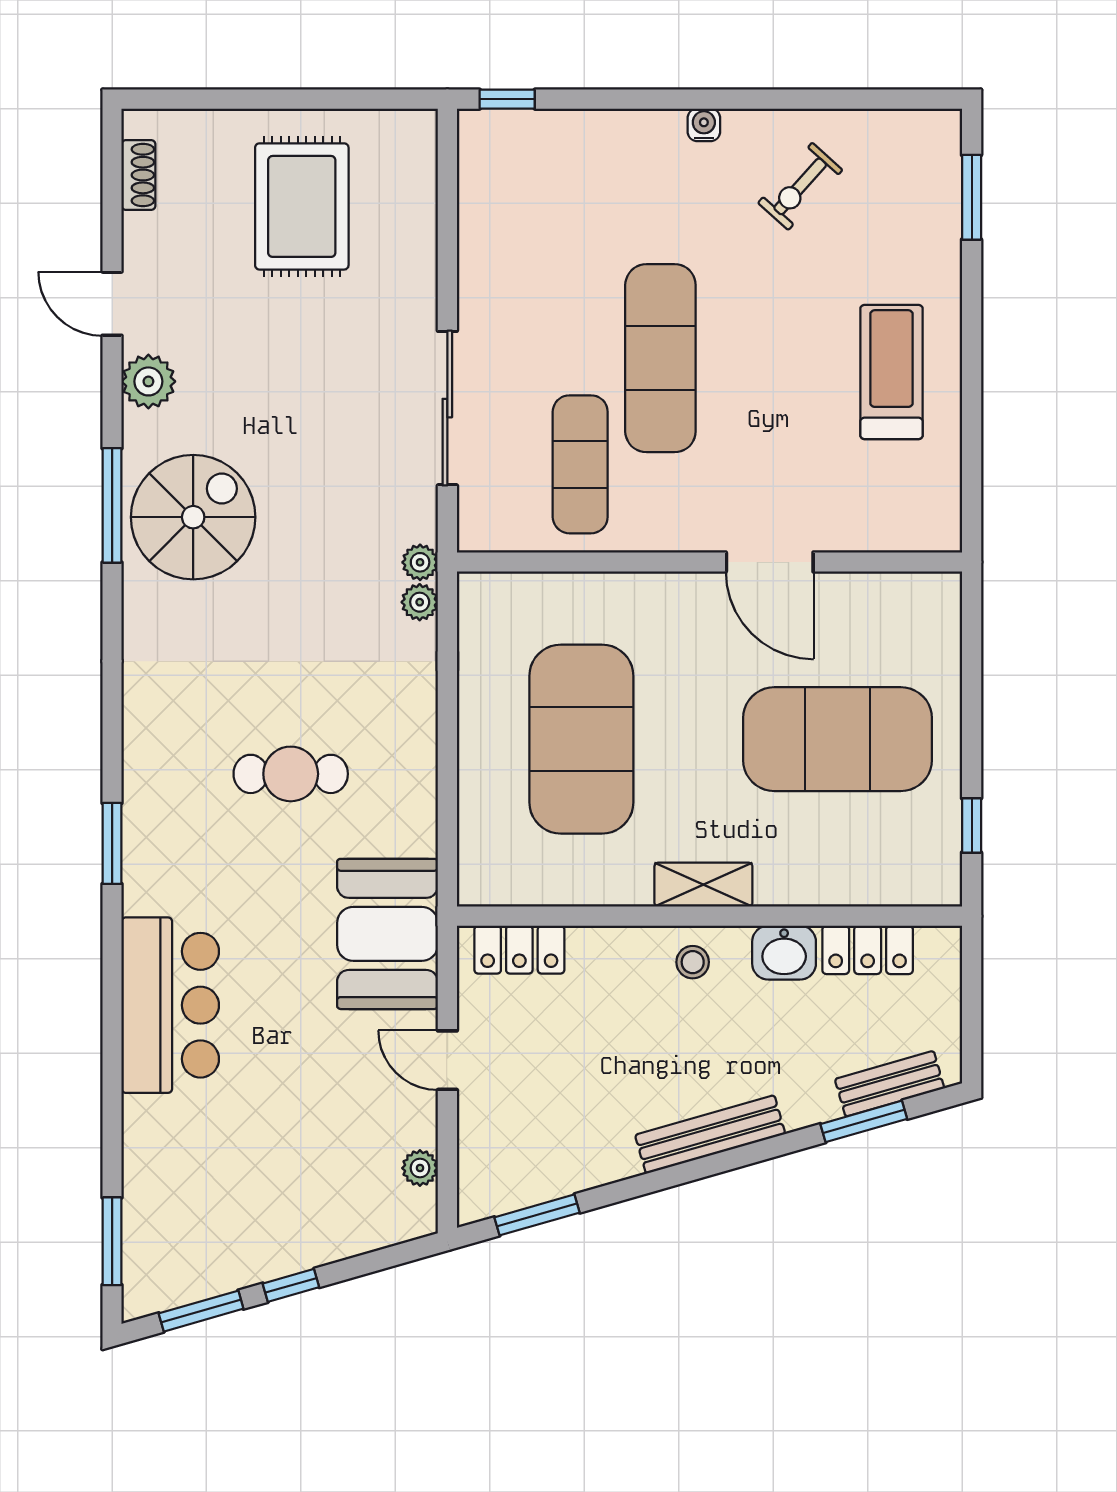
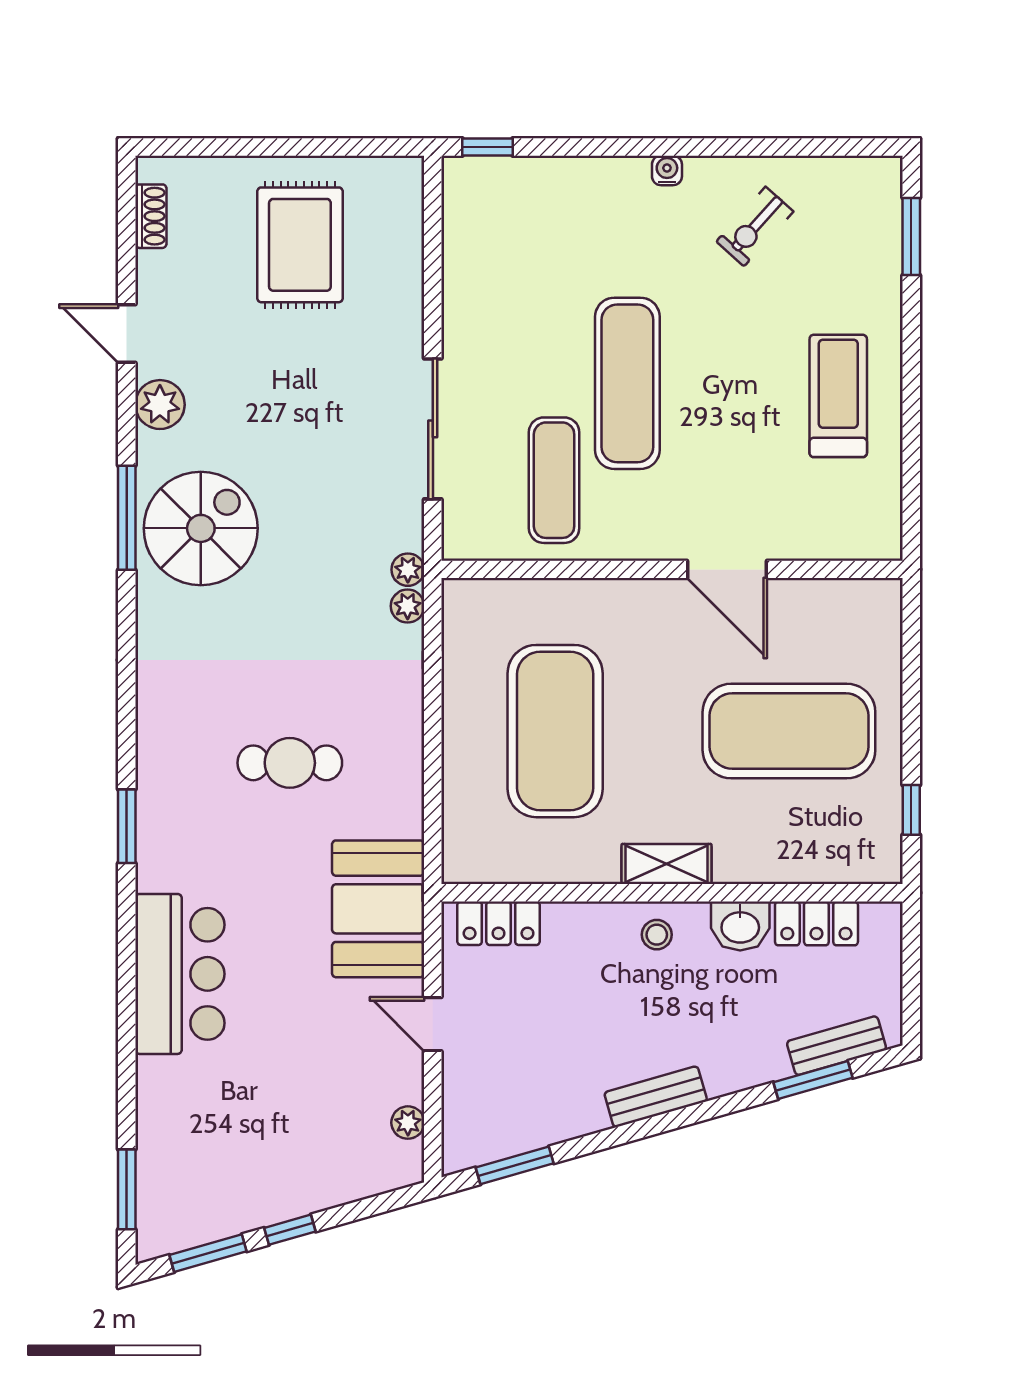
bench: (710, 1134) -> (656, 1097), width x0.73

